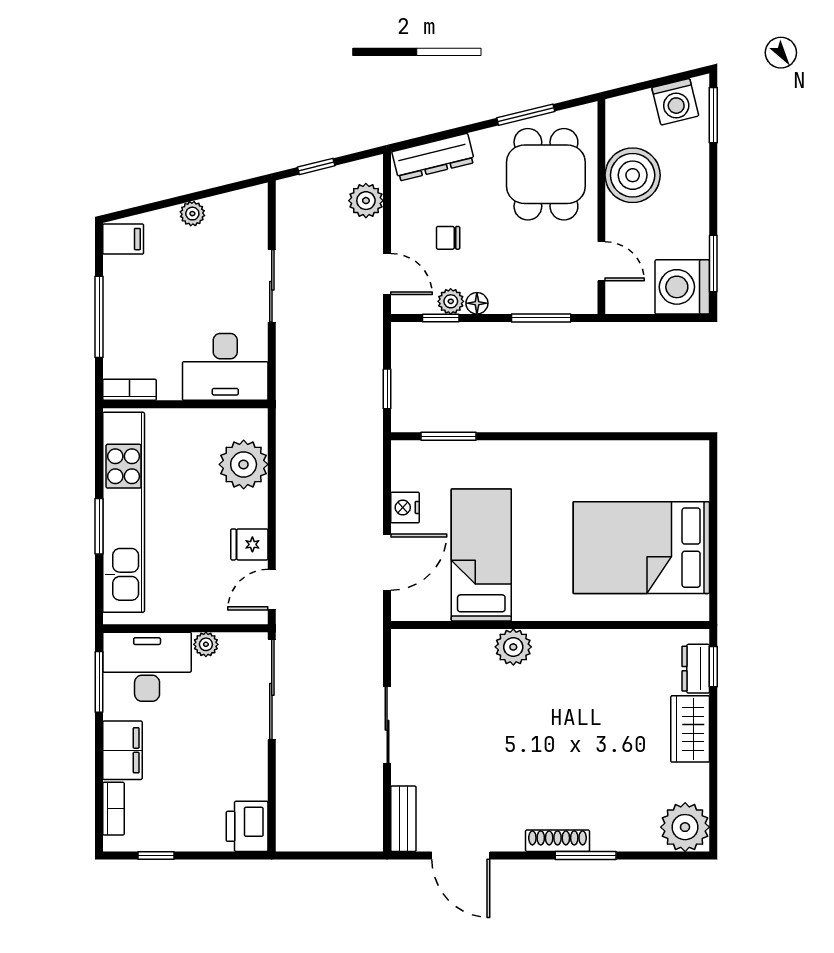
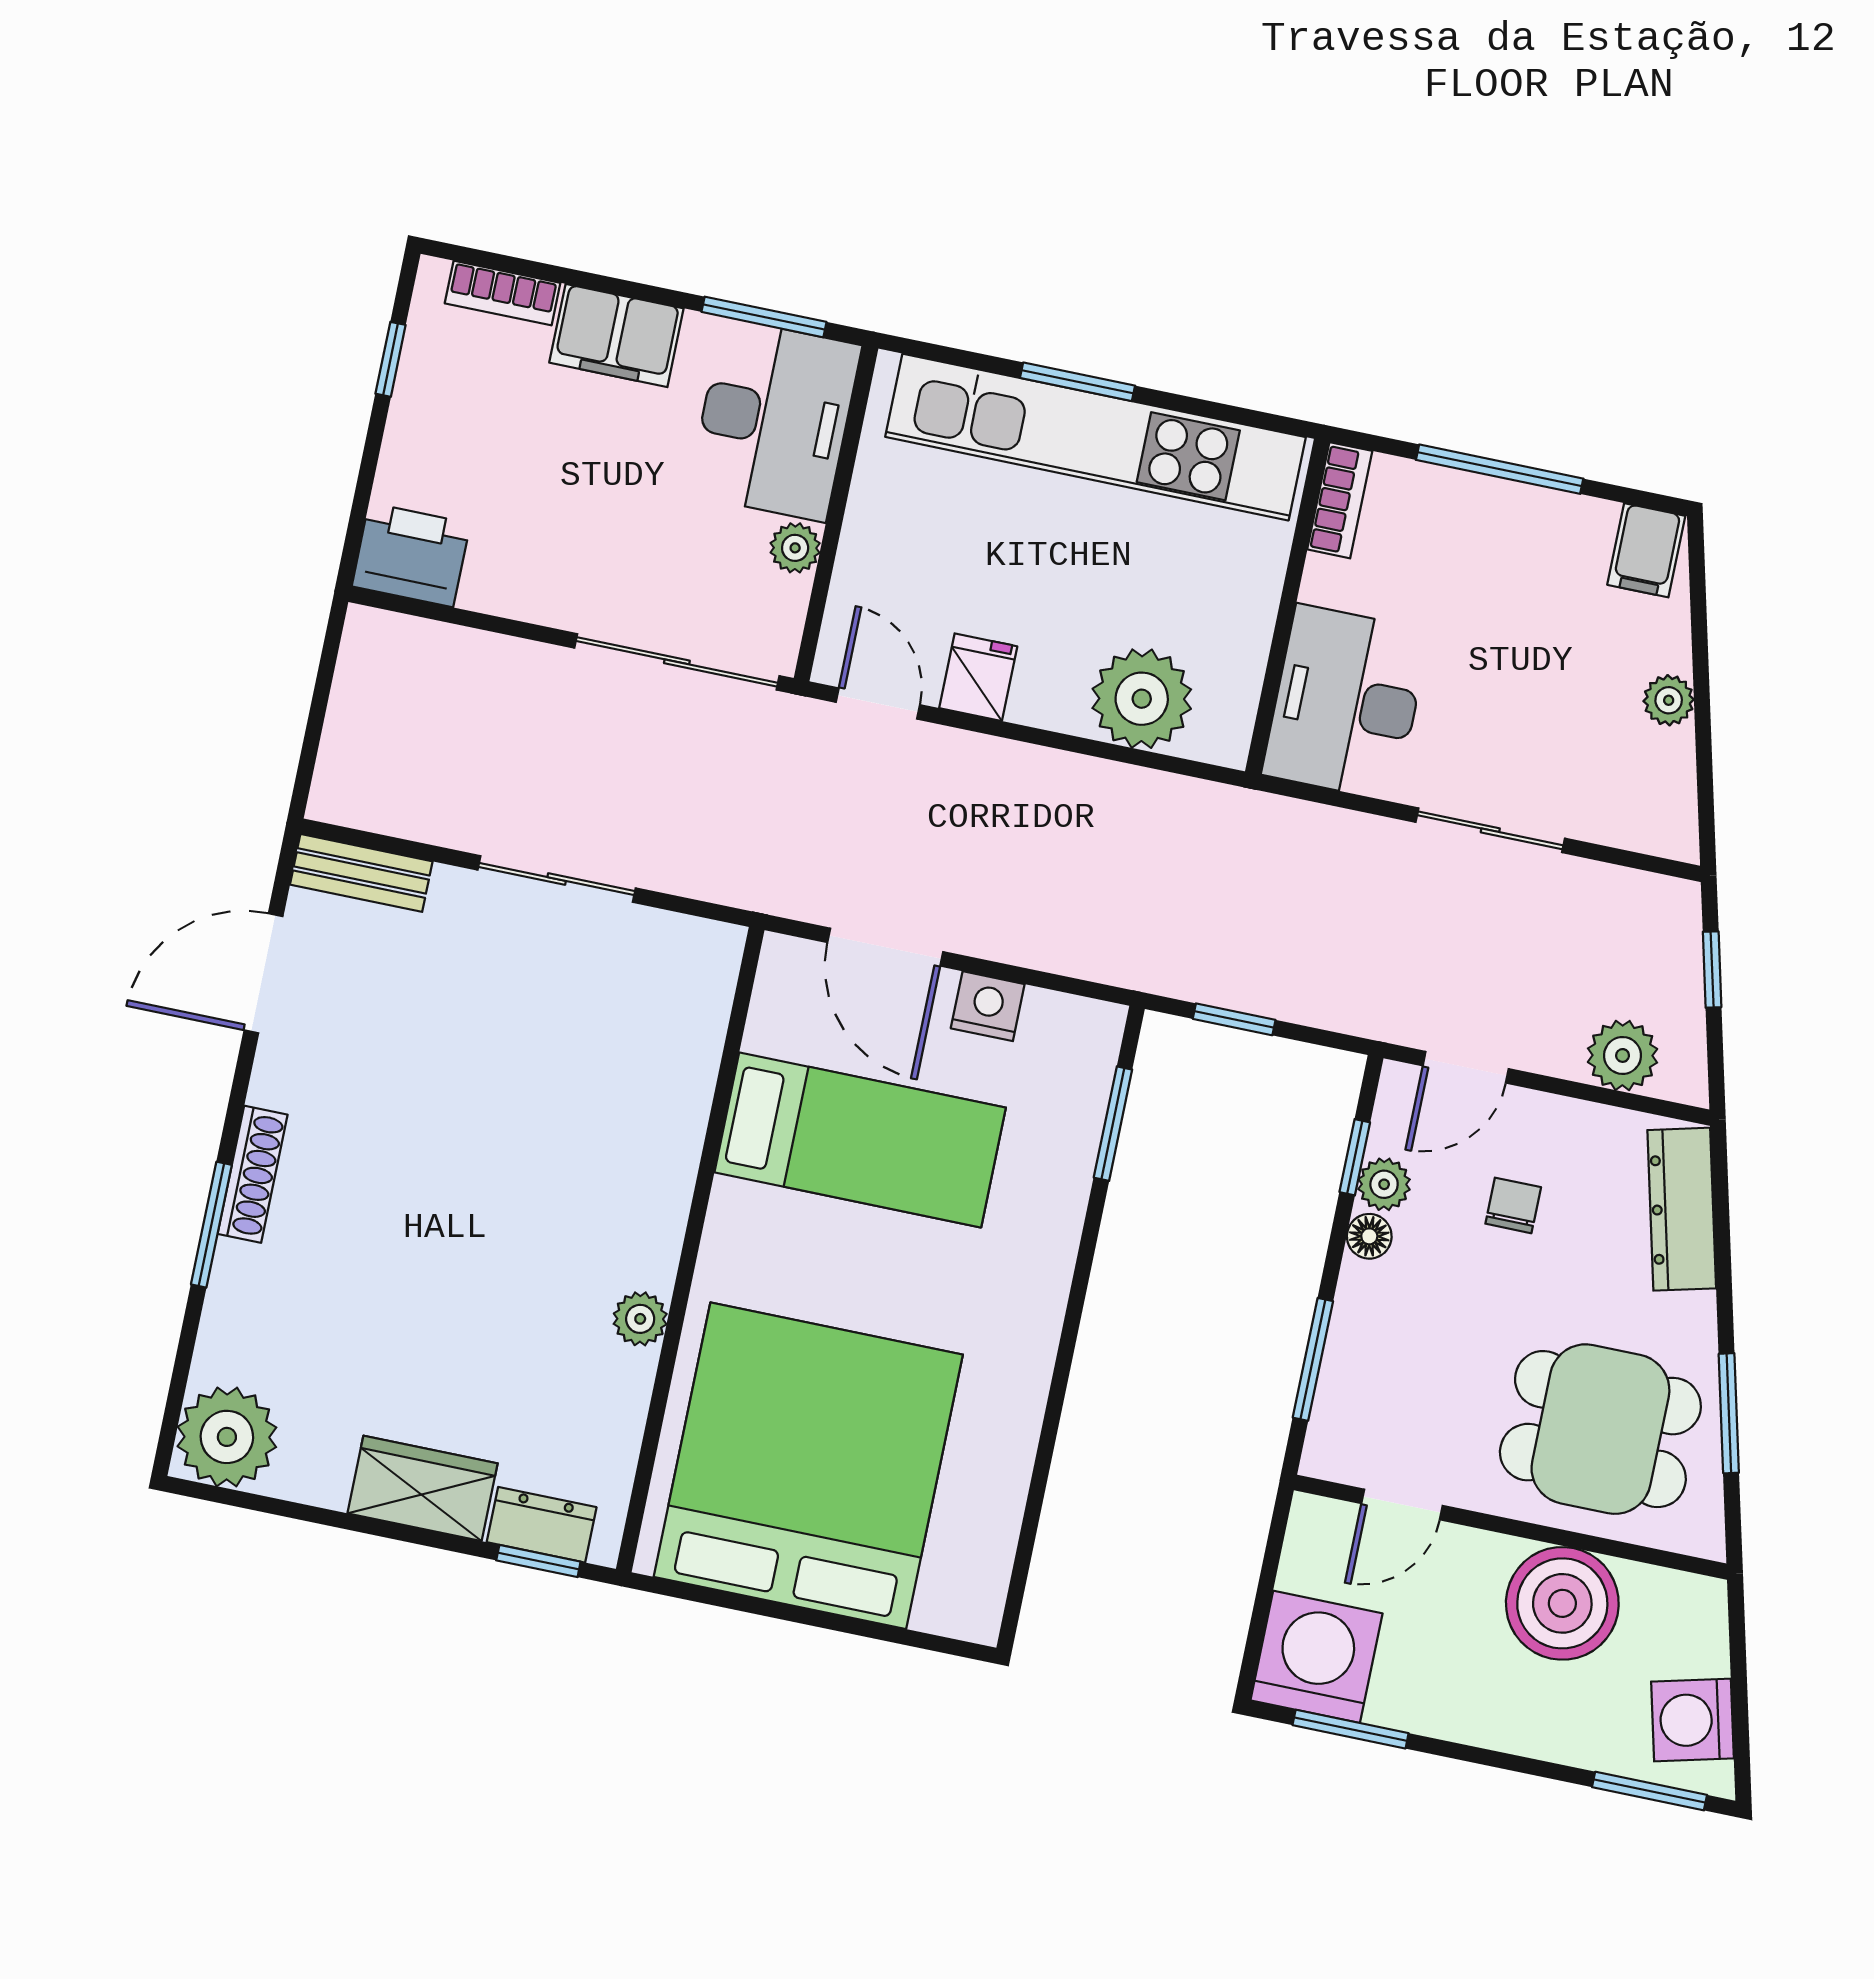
bed: (641, 548) -> (808, 1466), width x1.36
plant: (513, 647) -> (640, 1319), moved, width x0.73, depth x0.73

